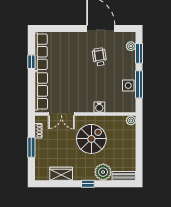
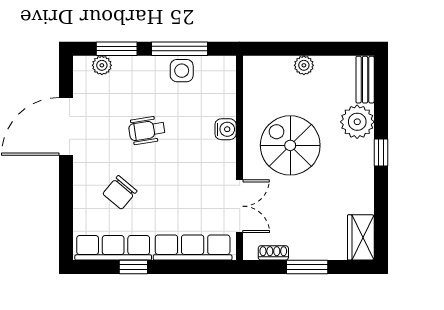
chair: (68, 55) -> (120, 192), added
wheelchair: (99, 57) -> (147, 130), moved
plant: (131, 120) -> (304, 65), moved
wardrobe: (61, 174) -> (361, 237), moved

